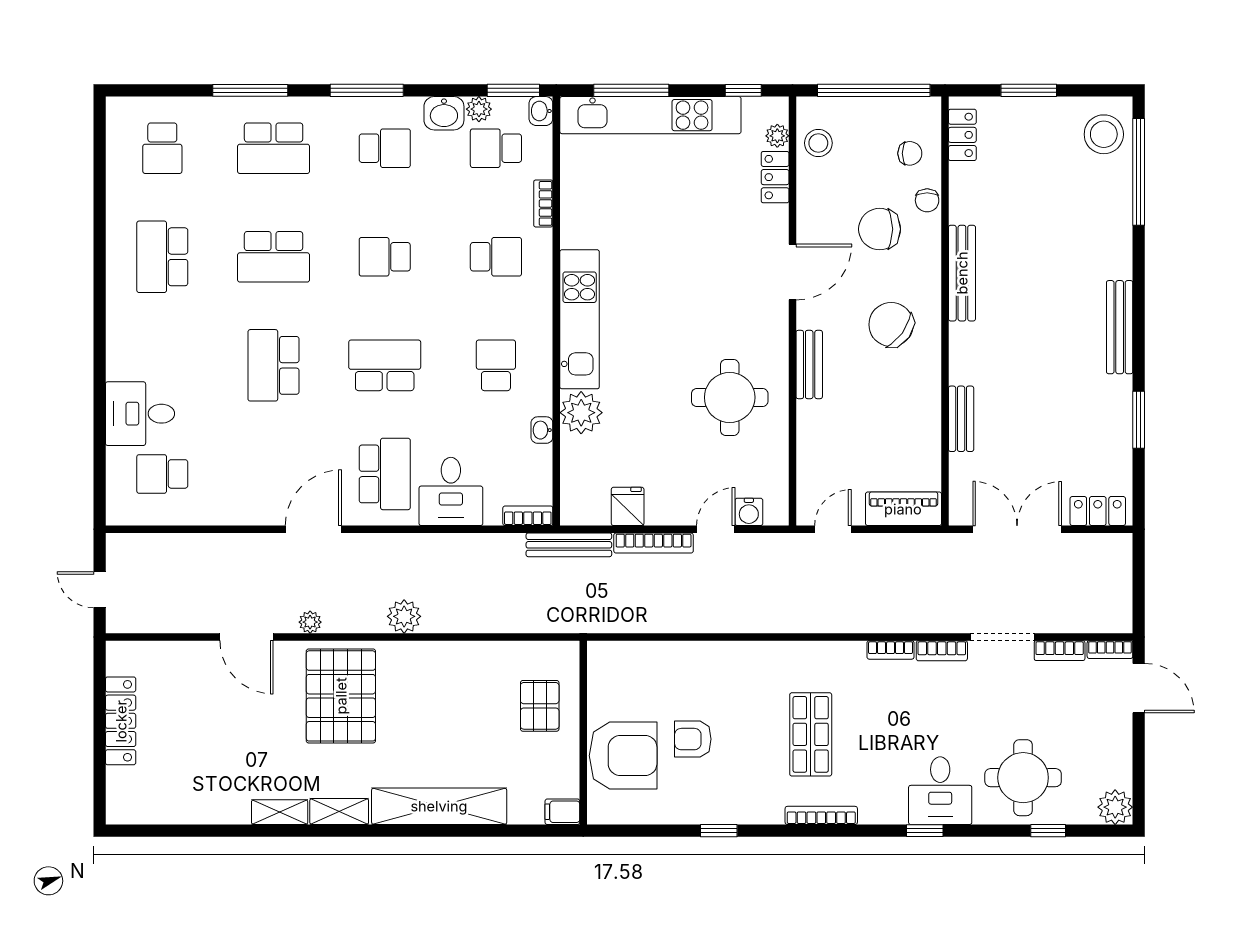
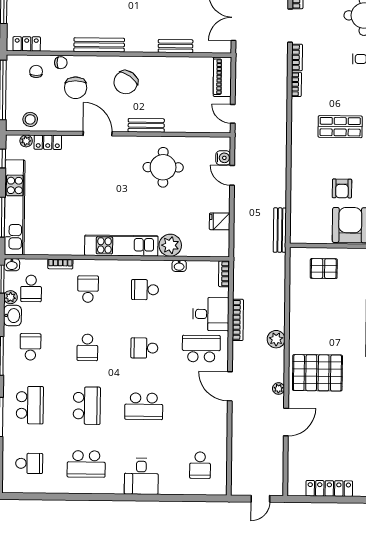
school desk: (385, 365) -> (144, 348), width x0.54
desk: (140, 414) -> (141, 476), moved
bookcase: (654, 543) -> (238, 320), moved
bench: (569, 545) -> (280, 230), moved

